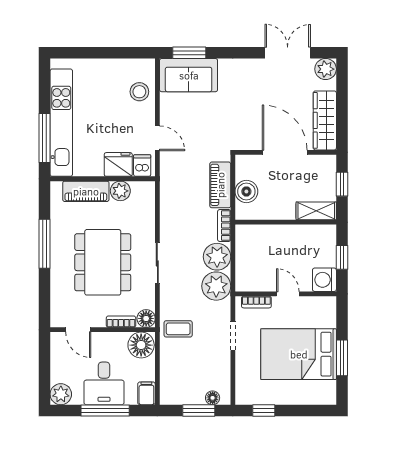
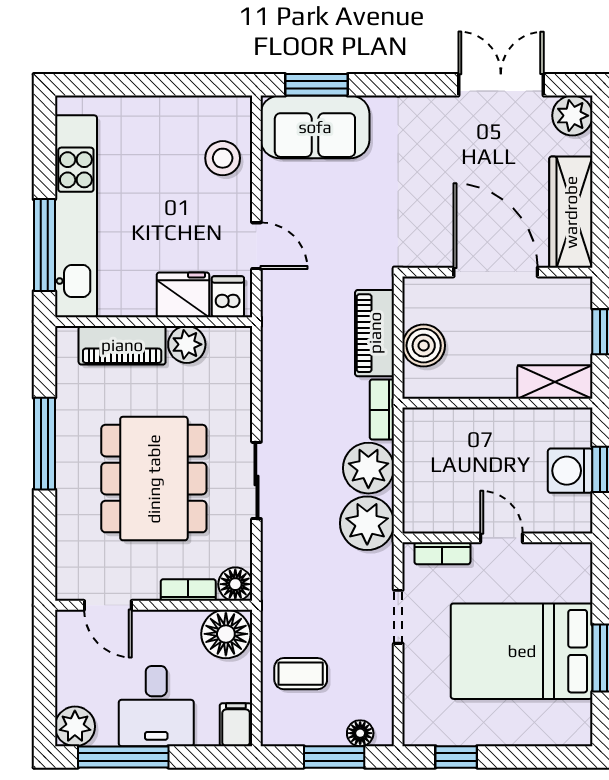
washing machine: (324, 280) -> (570, 471), moved
coffee table: (178, 329) -> (301, 674), moved
window: (105, 411) -> (123, 757), moved

